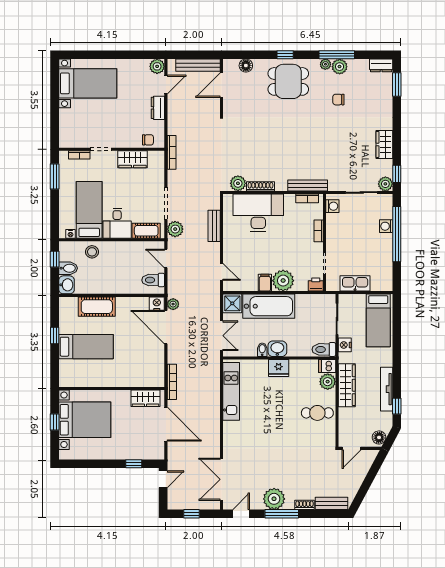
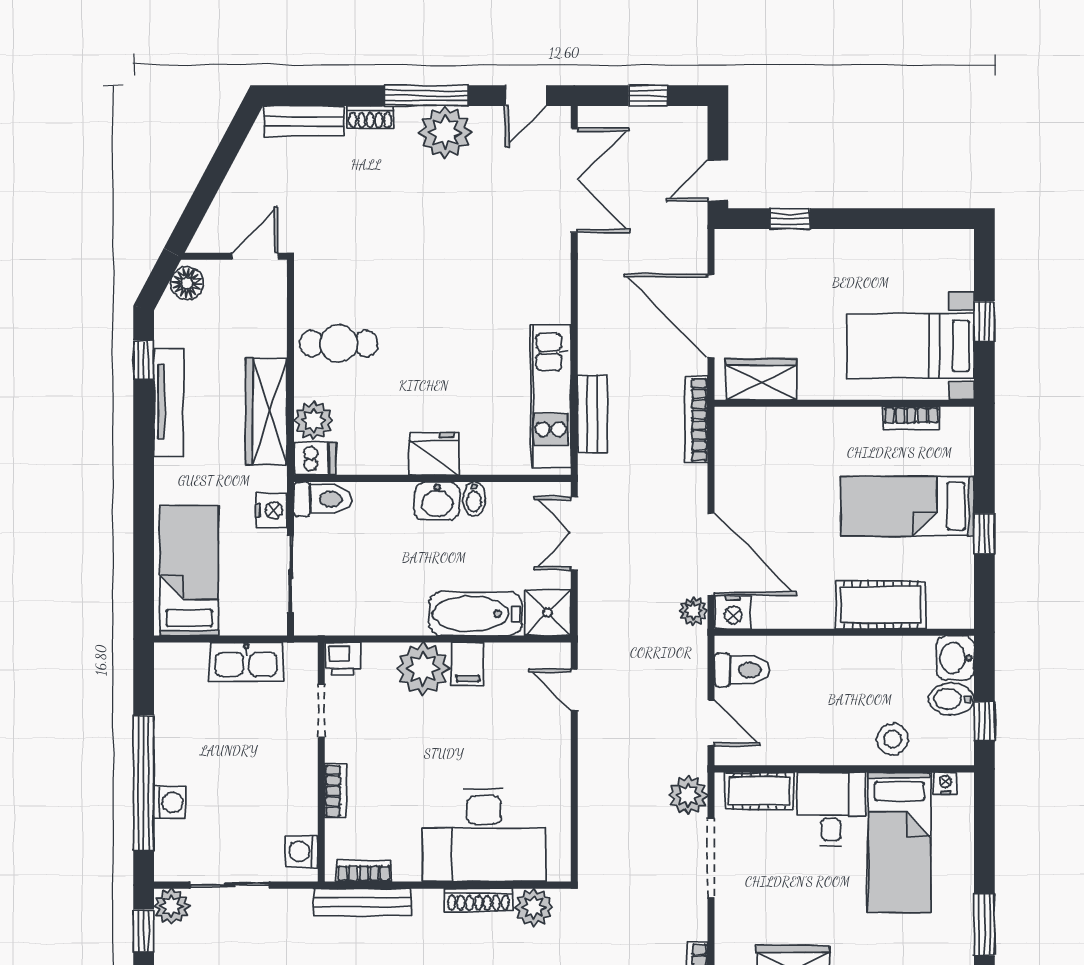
bench: (214, 226) -> (592, 414), moved
bathtub: (269, 306) -> (475, 614), width x0.73, depth x0.73
bookcase: (84, 383) -> (911, 418), added
bed with nightstands: (85, 420) -> (910, 346), width x0.73

